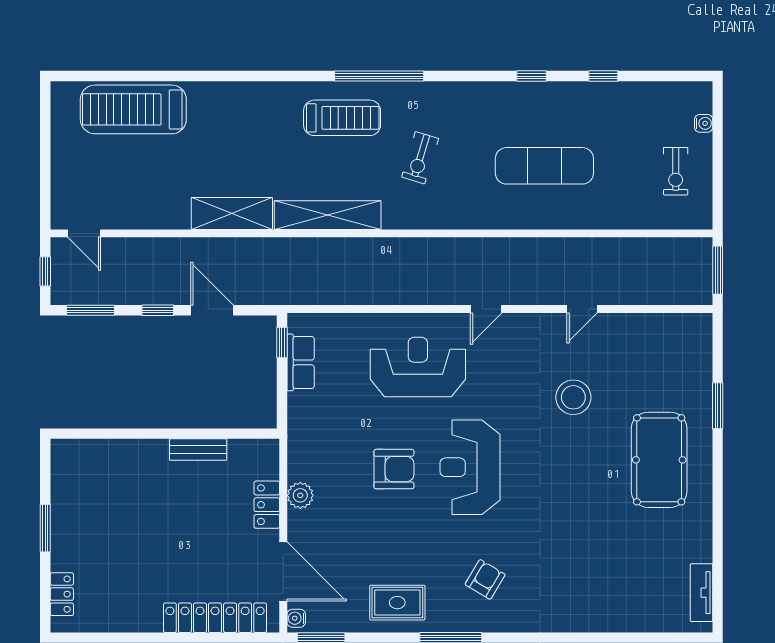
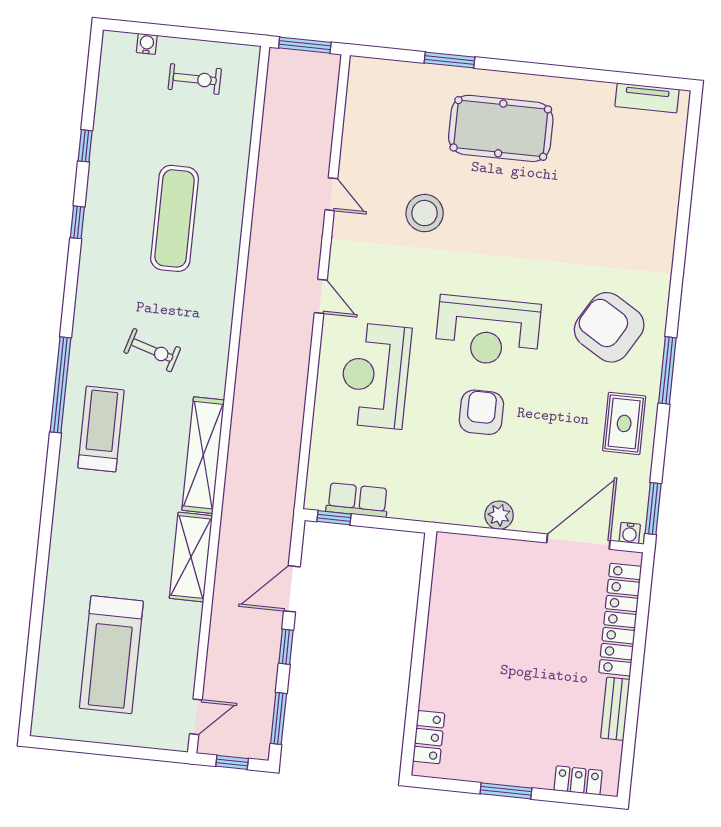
treadmill: (133, 109) -> (111, 655), moved
bench: (198, 450) -> (615, 709), moved
locker: (267, 505) -> (429, 737), moved, turned -90
armchair: (485, 579) -> (609, 327), width x1.88, depth x1.88

